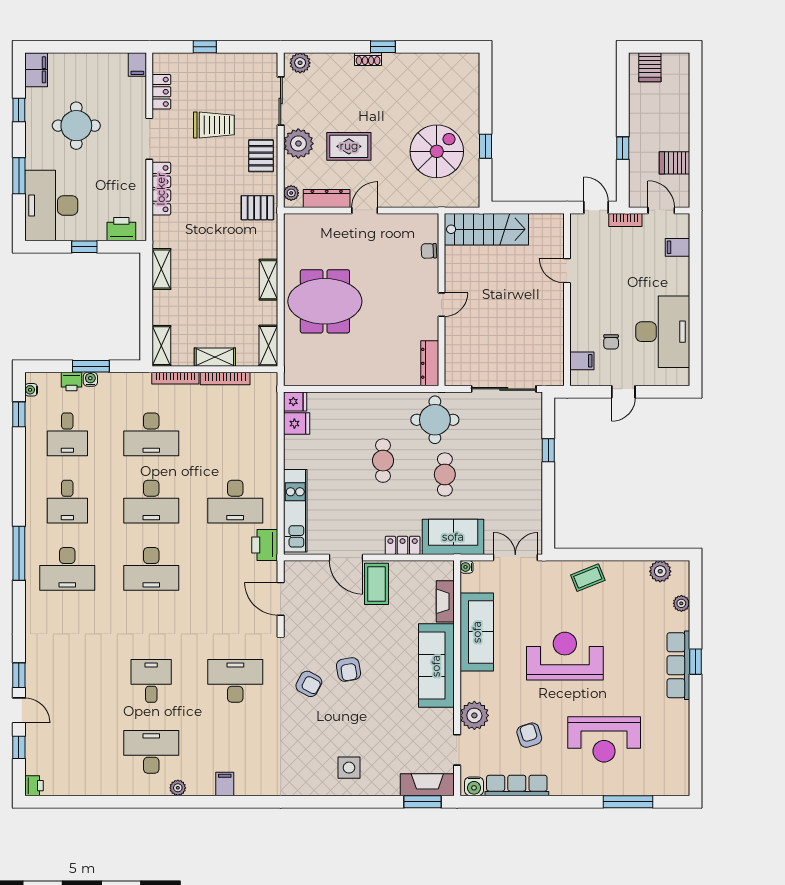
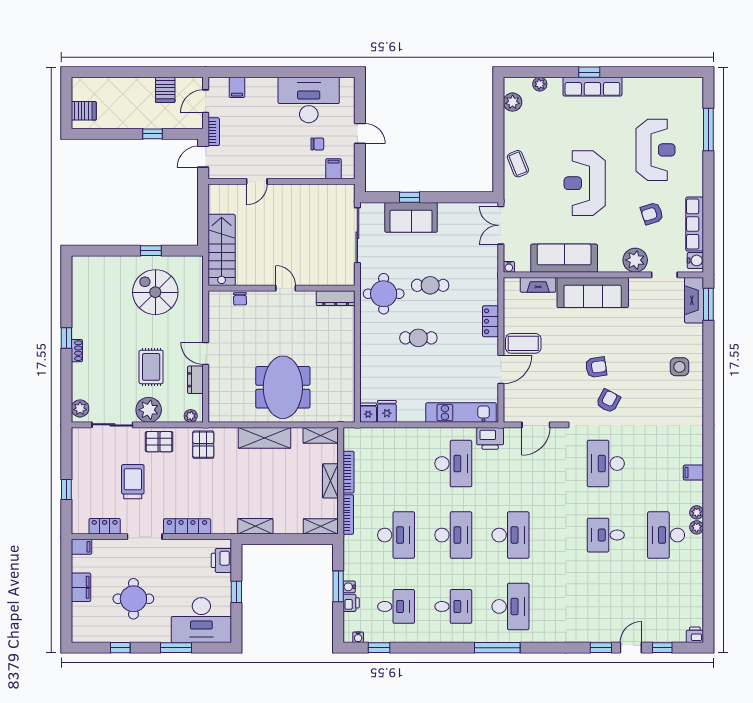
filing cabinet: (36, 70) -> (81, 587), moved, turned 90
dresser: (327, 198) -> (195, 380), width x0.70
shelving: (268, 280) -> (264, 438), width x1.50, depth x1.33
sofa: (453, 537) -> (411, 217), moved, turned -90
plant: (160, 788) -> (697, 527), added

